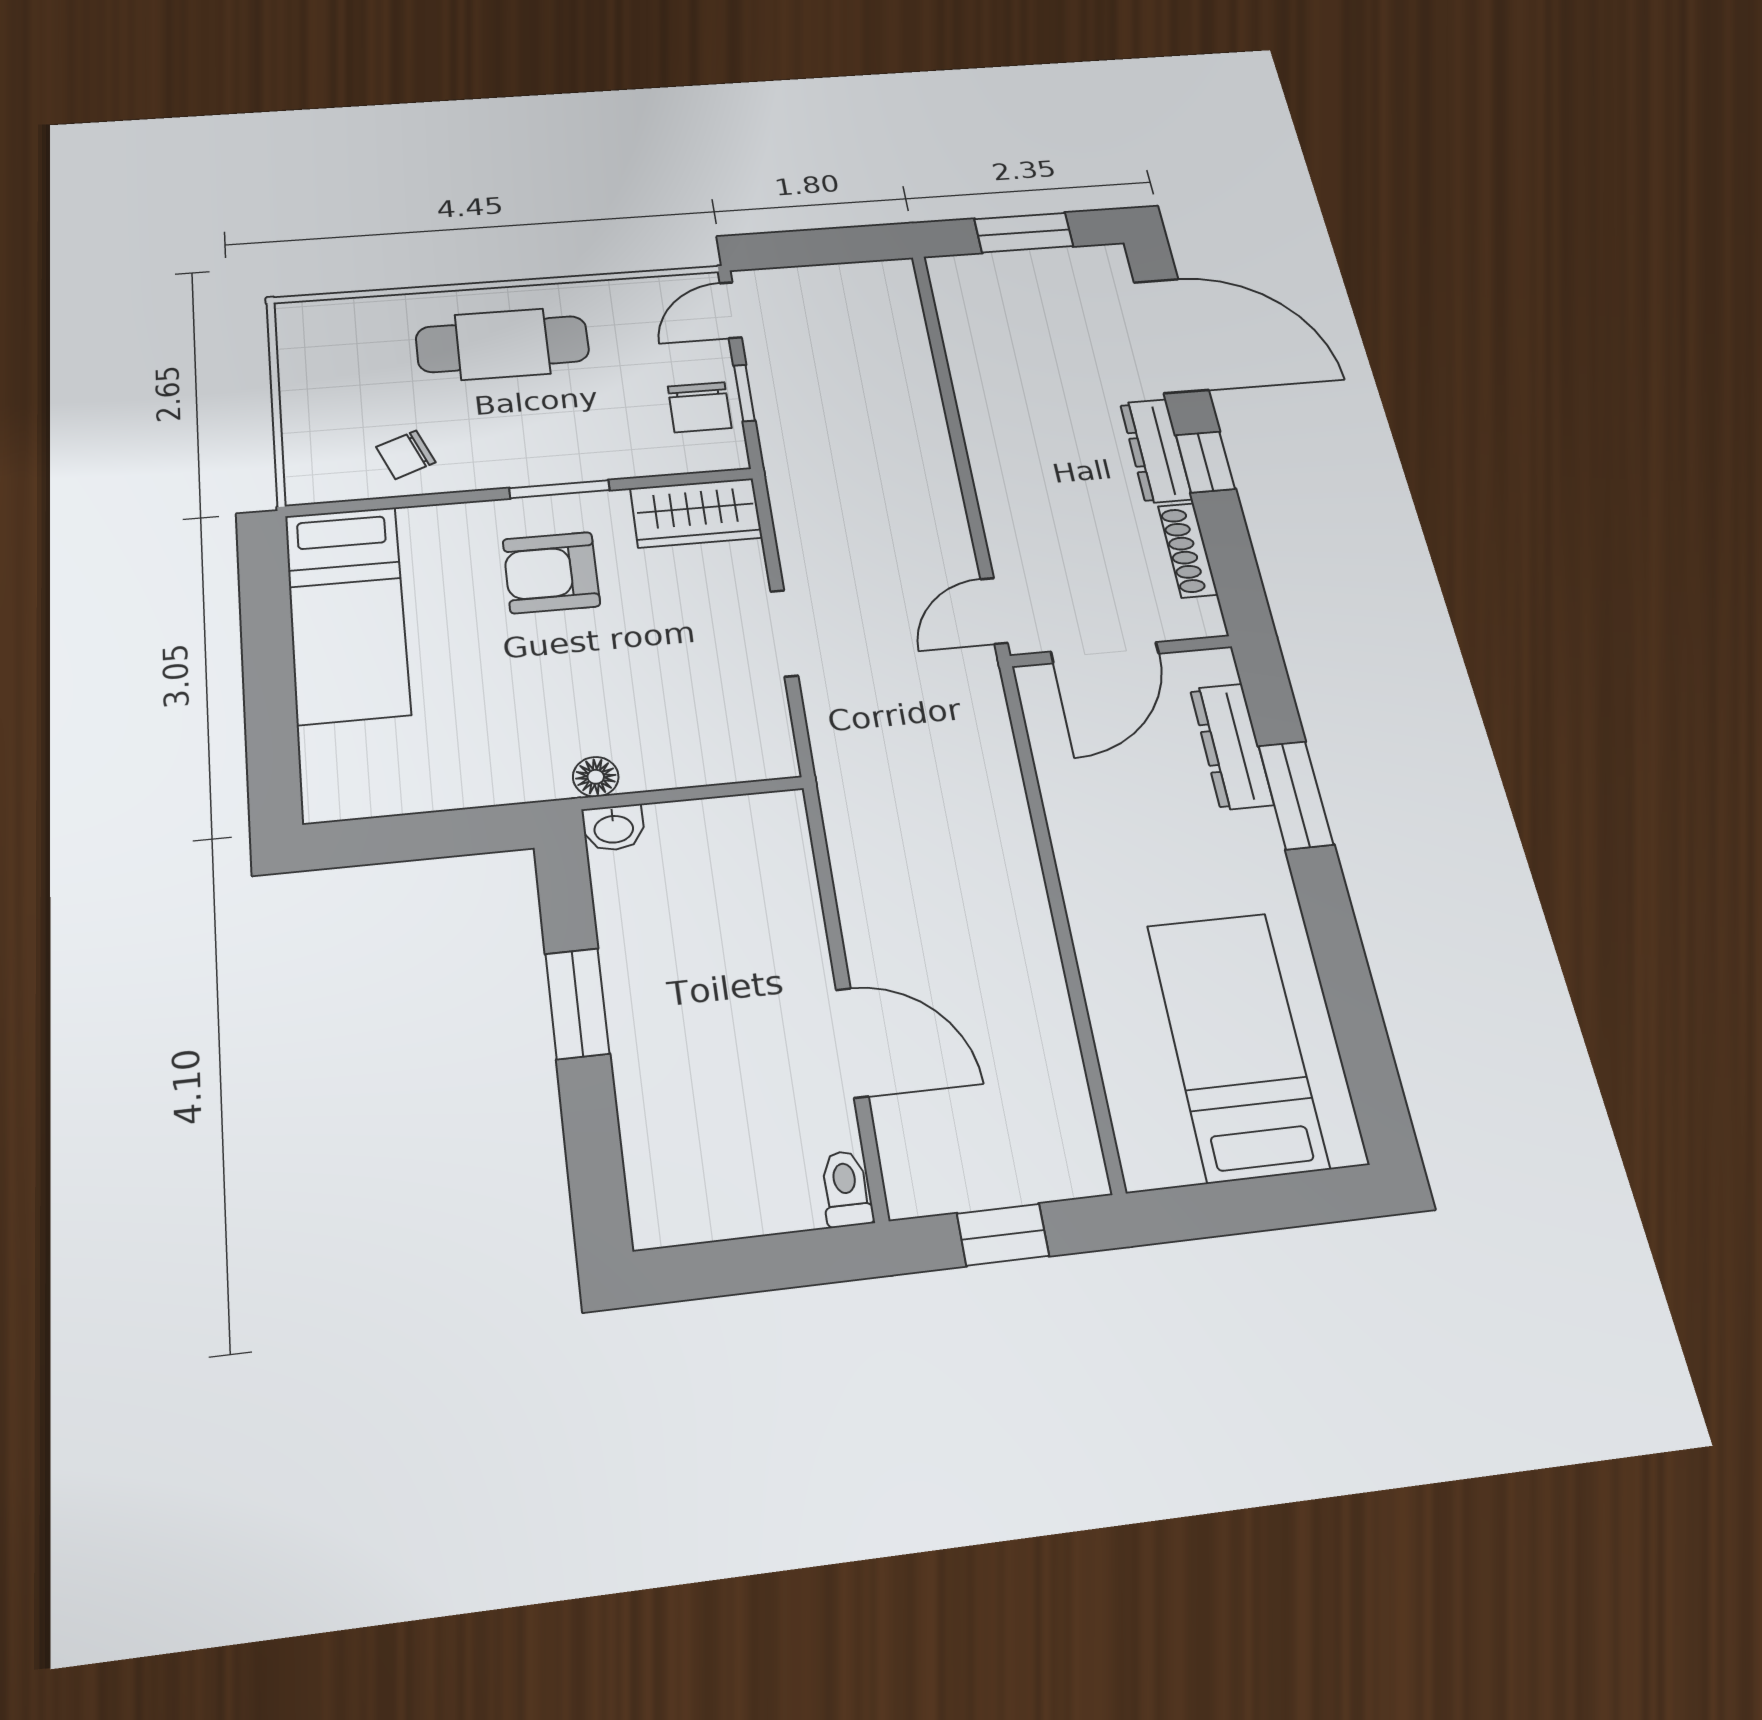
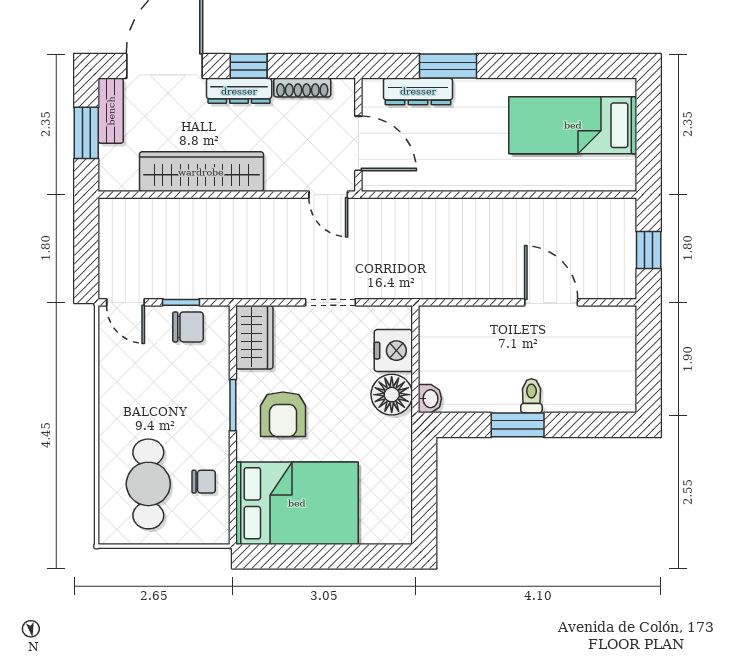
bench: (1071, 264) -> (111, 111), added
cafe table: (502, 344) -> (148, 484), moved
wardrobe: (993, 405) -> (201, 172), added
chair: (406, 455) -> (204, 482), turned -68
bed: (347, 614) -> (297, 503), width x1.50
nightstand: (704, 752) -> (393, 351), added
floor lamp: (596, 777) -> (392, 395), width x1.89, depth x1.89
door: (852, 1043) -> (551, 302), hinge flipped
toilet: (846, 1189) -> (531, 396), moved, turned 90

